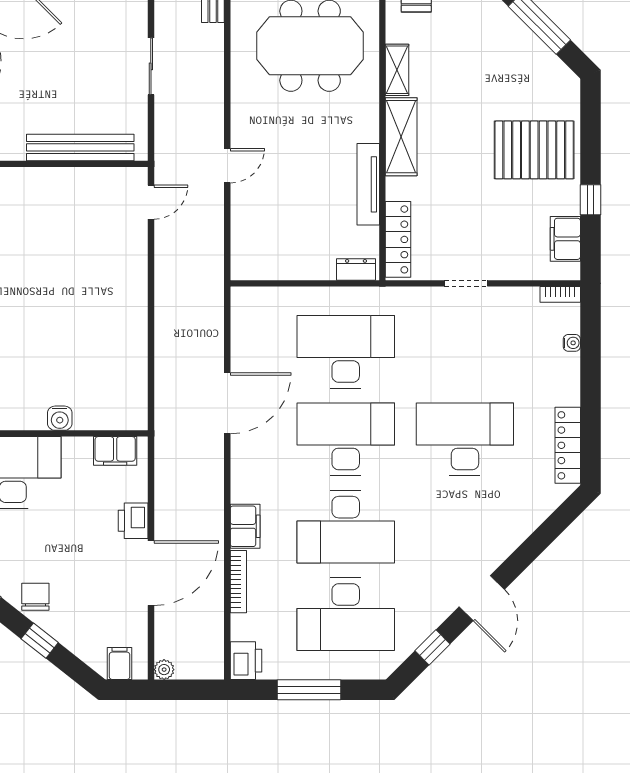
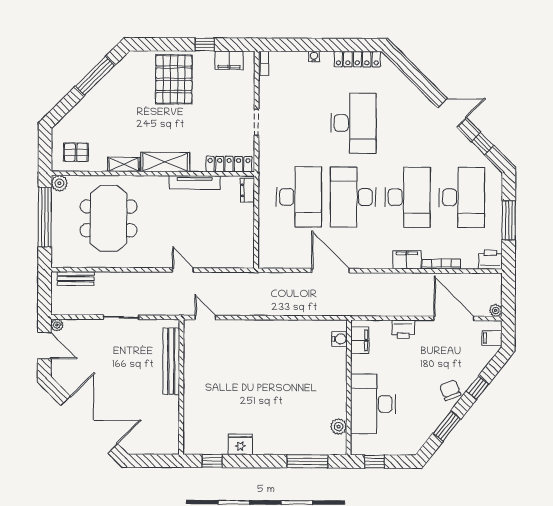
water cooler: (572, 343) -> (314, 56), moved
desk: (346, 352) -> (299, 197), turned 180
water cooler: (60, 418) -> (339, 339), moved
desk: (465, 439) -> (353, 123), turned 180
door: (151, 573) -> (454, 318), moved
chair: (35, 597) -> (450, 390), turned 68

